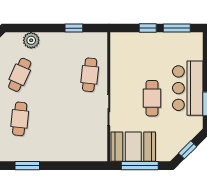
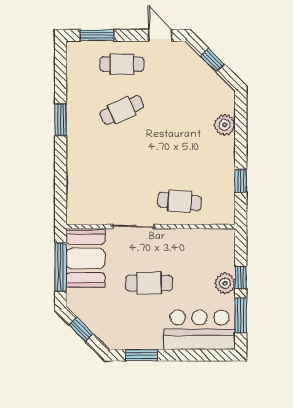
plant: (152, 40) -> (225, 283), added
cafe table: (20, 75) -> (180, 110), removed
bar counter: (188, 88) -> (200, 330), moved
cafe table: (20, 119) -> (122, 110), turned -30

